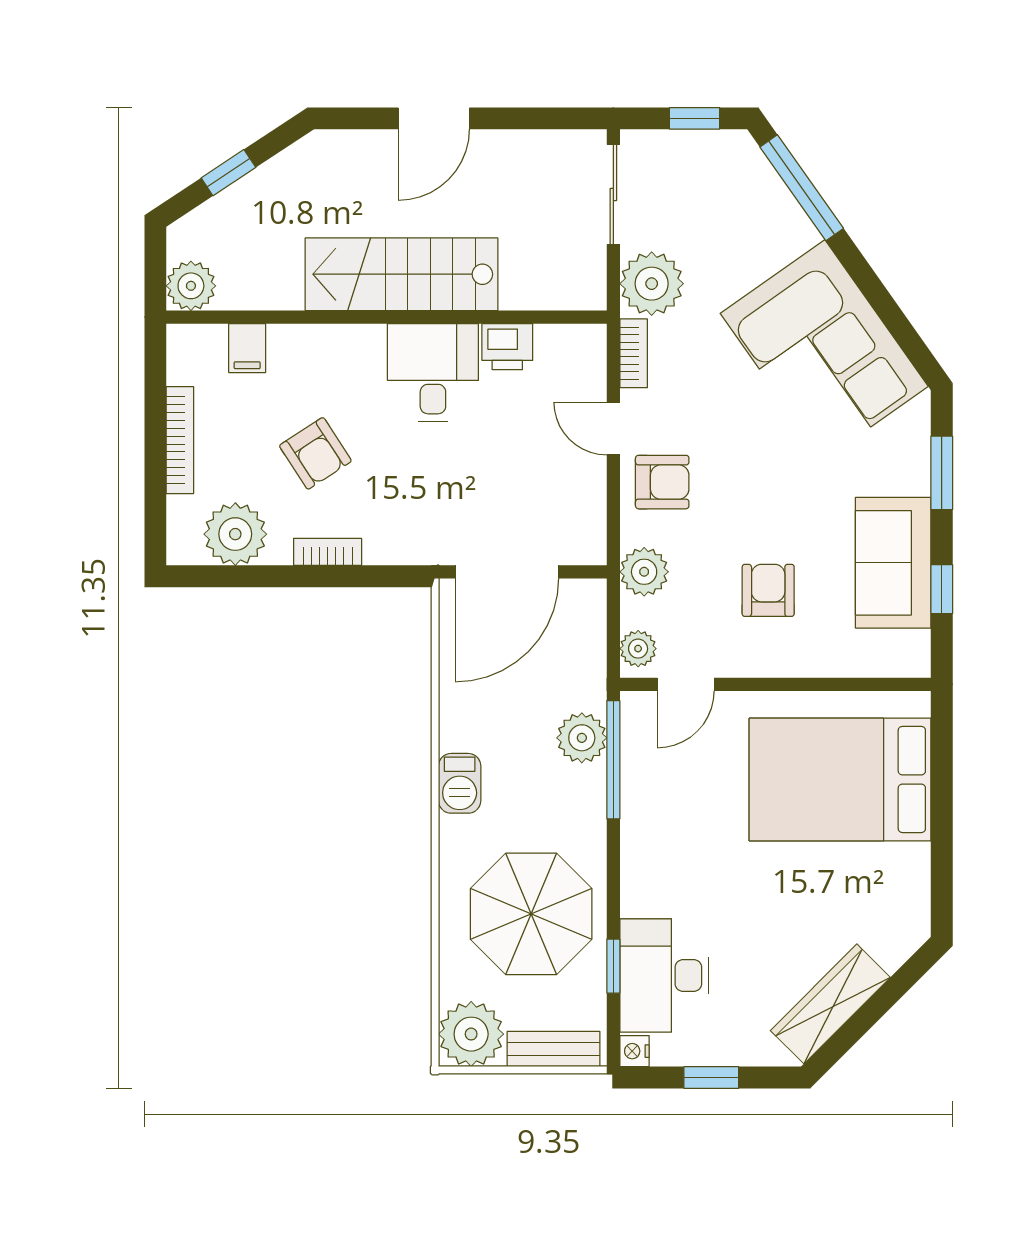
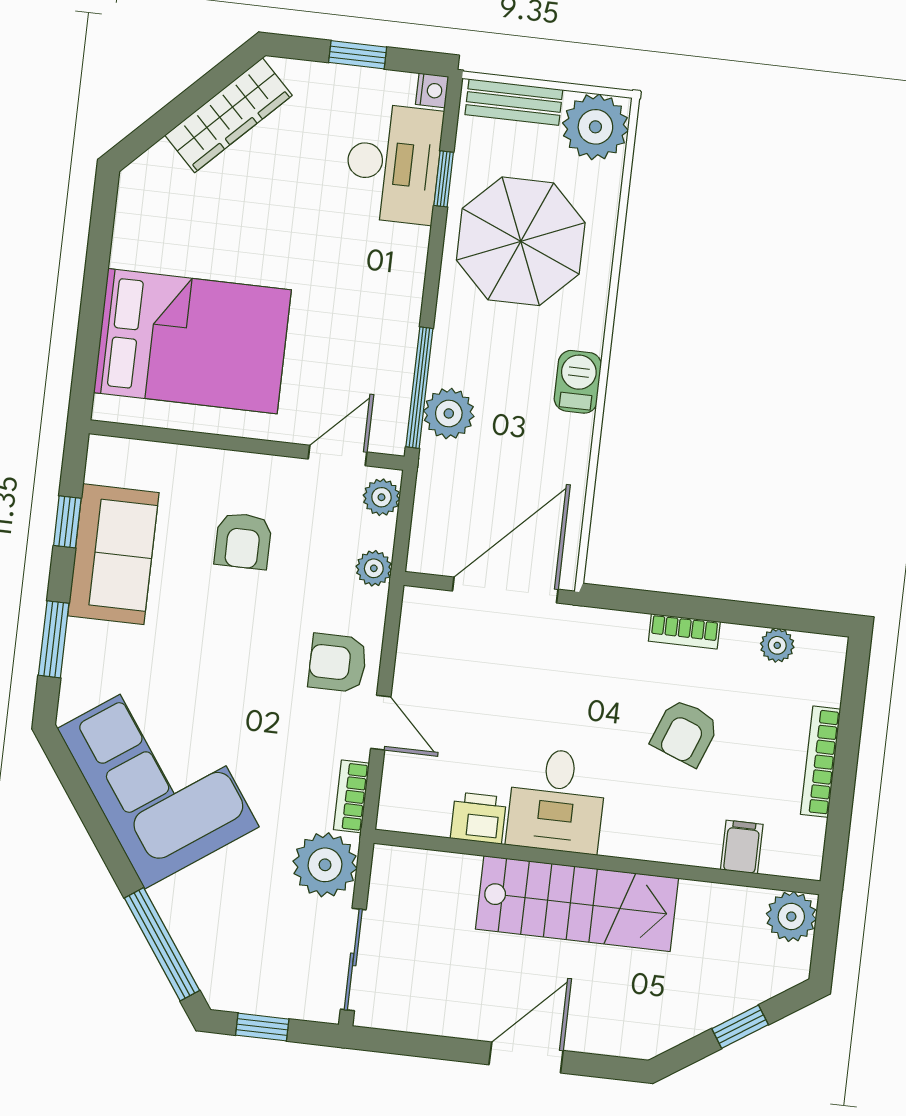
armchair: (315, 453) -> (685, 732), turned -126
plant: (235, 534) -> (777, 645), width x0.53, depth x0.53
plant: (644, 572) -> (374, 568), width x0.73, depth x0.73

